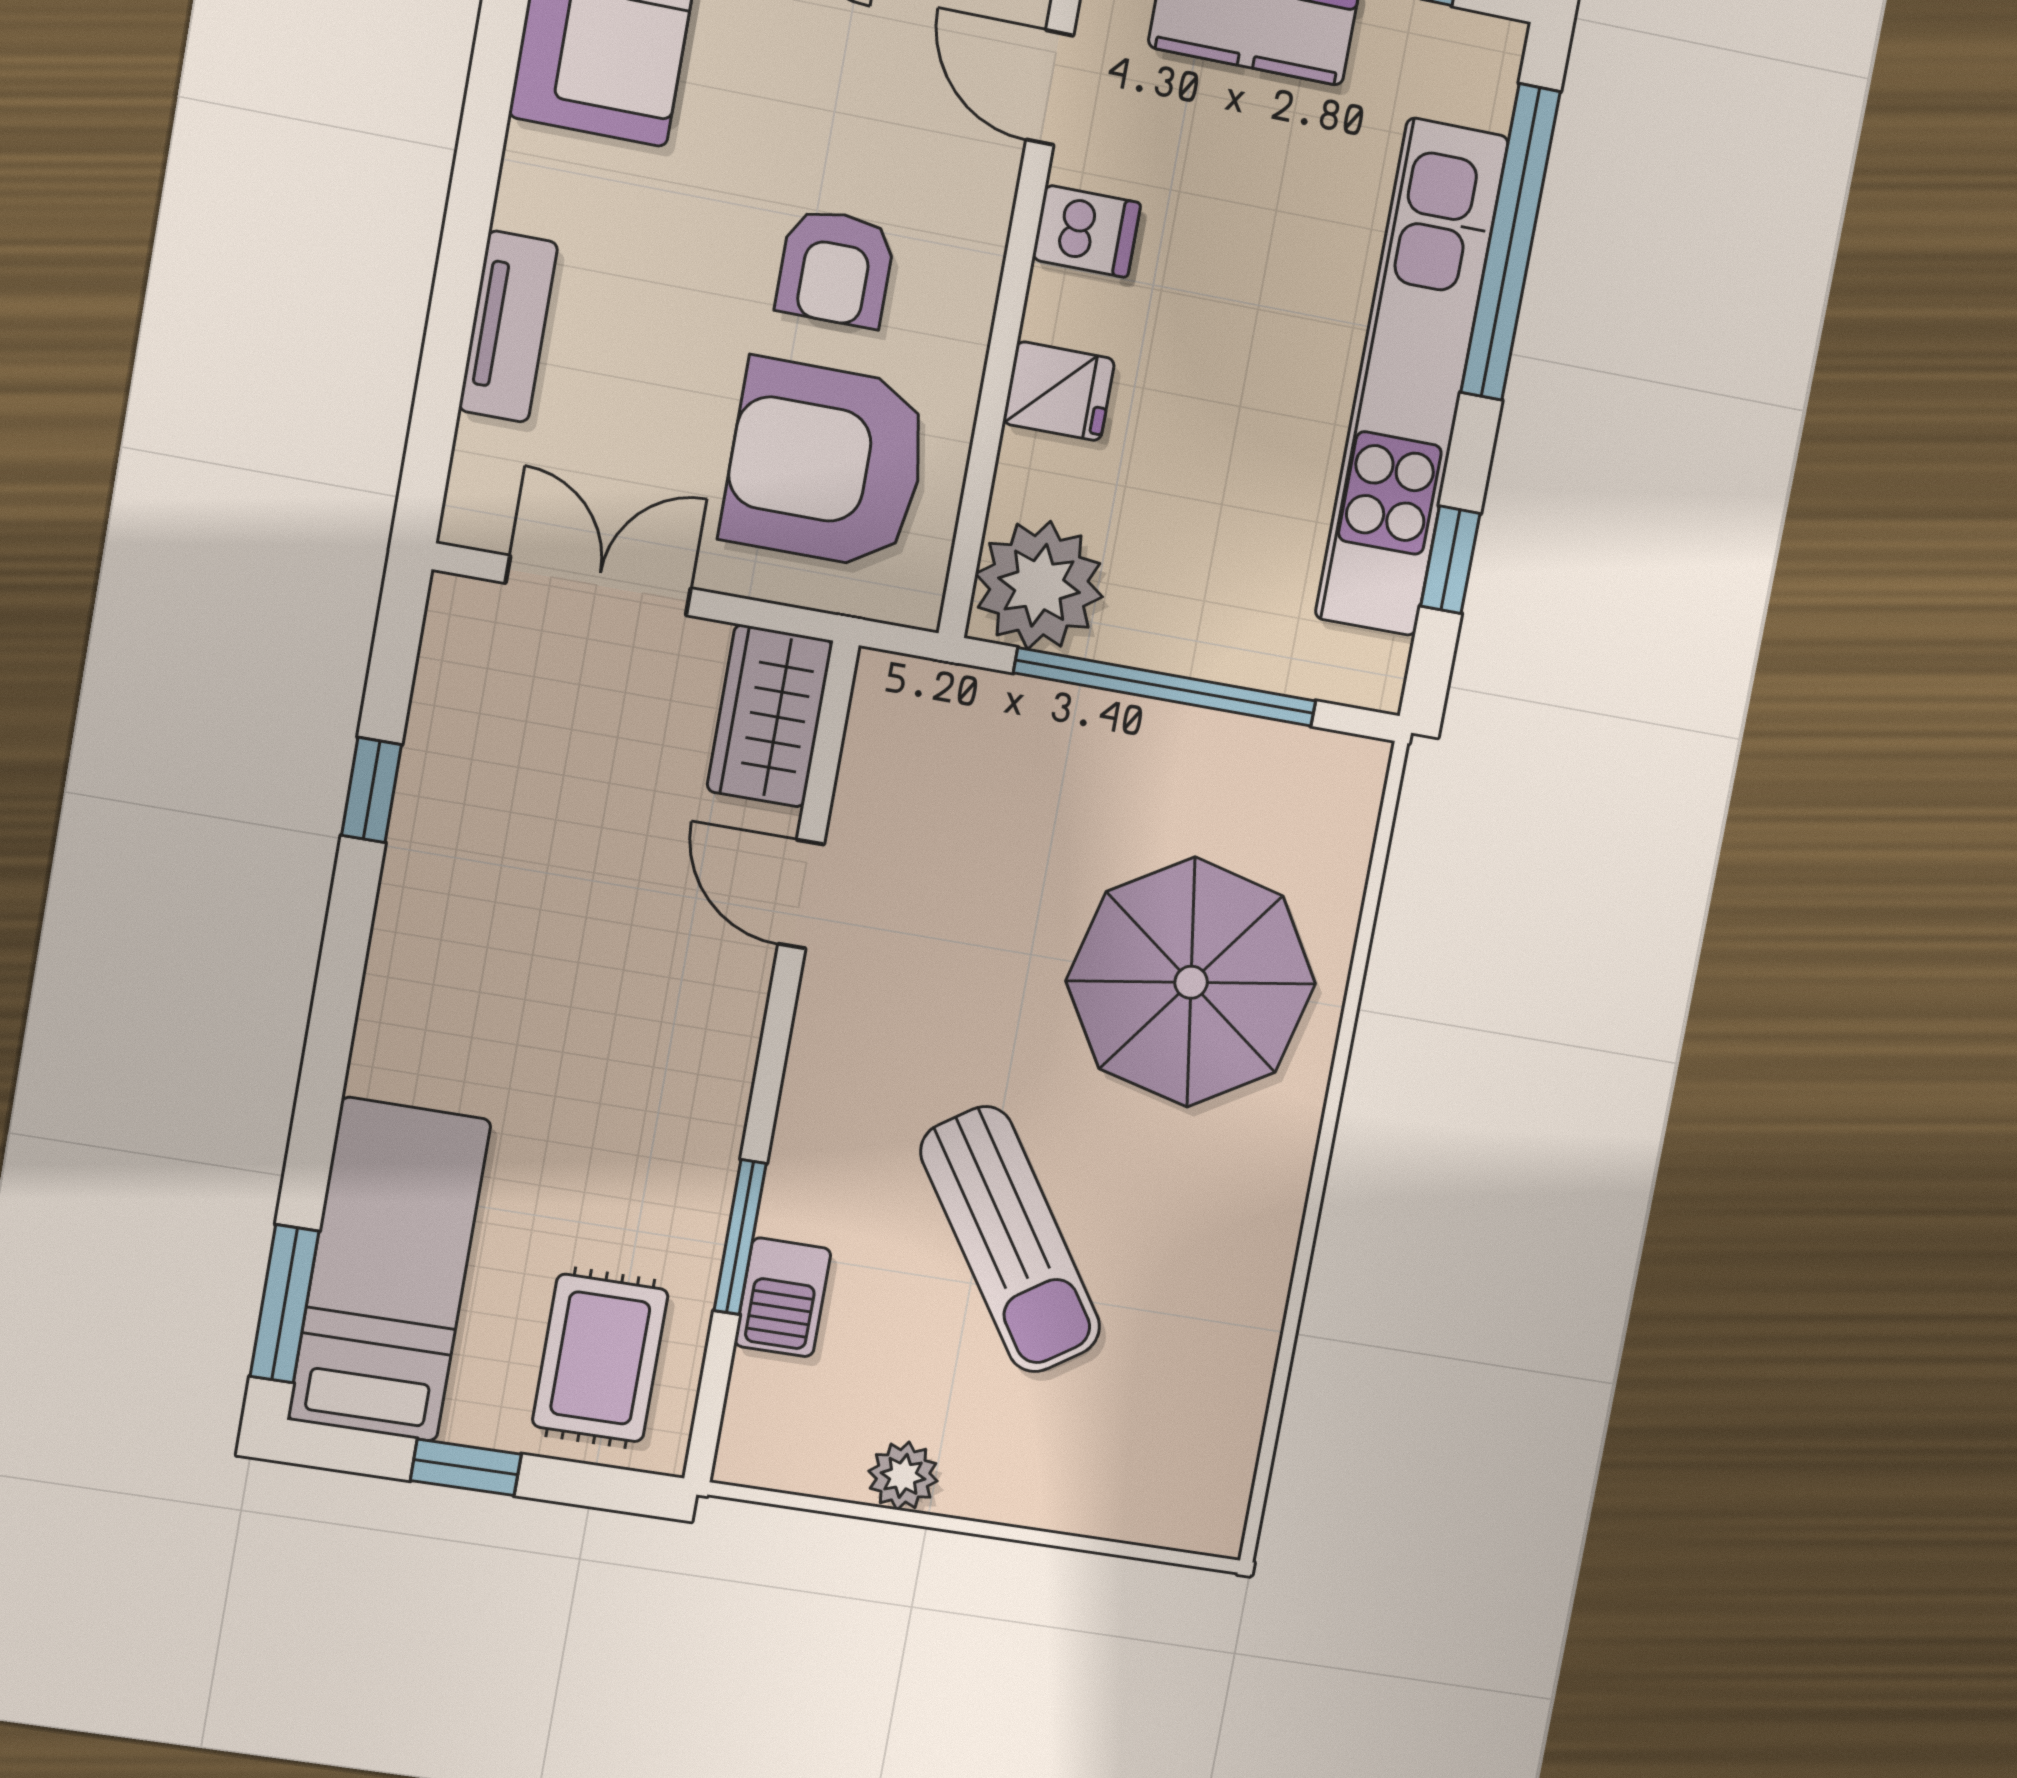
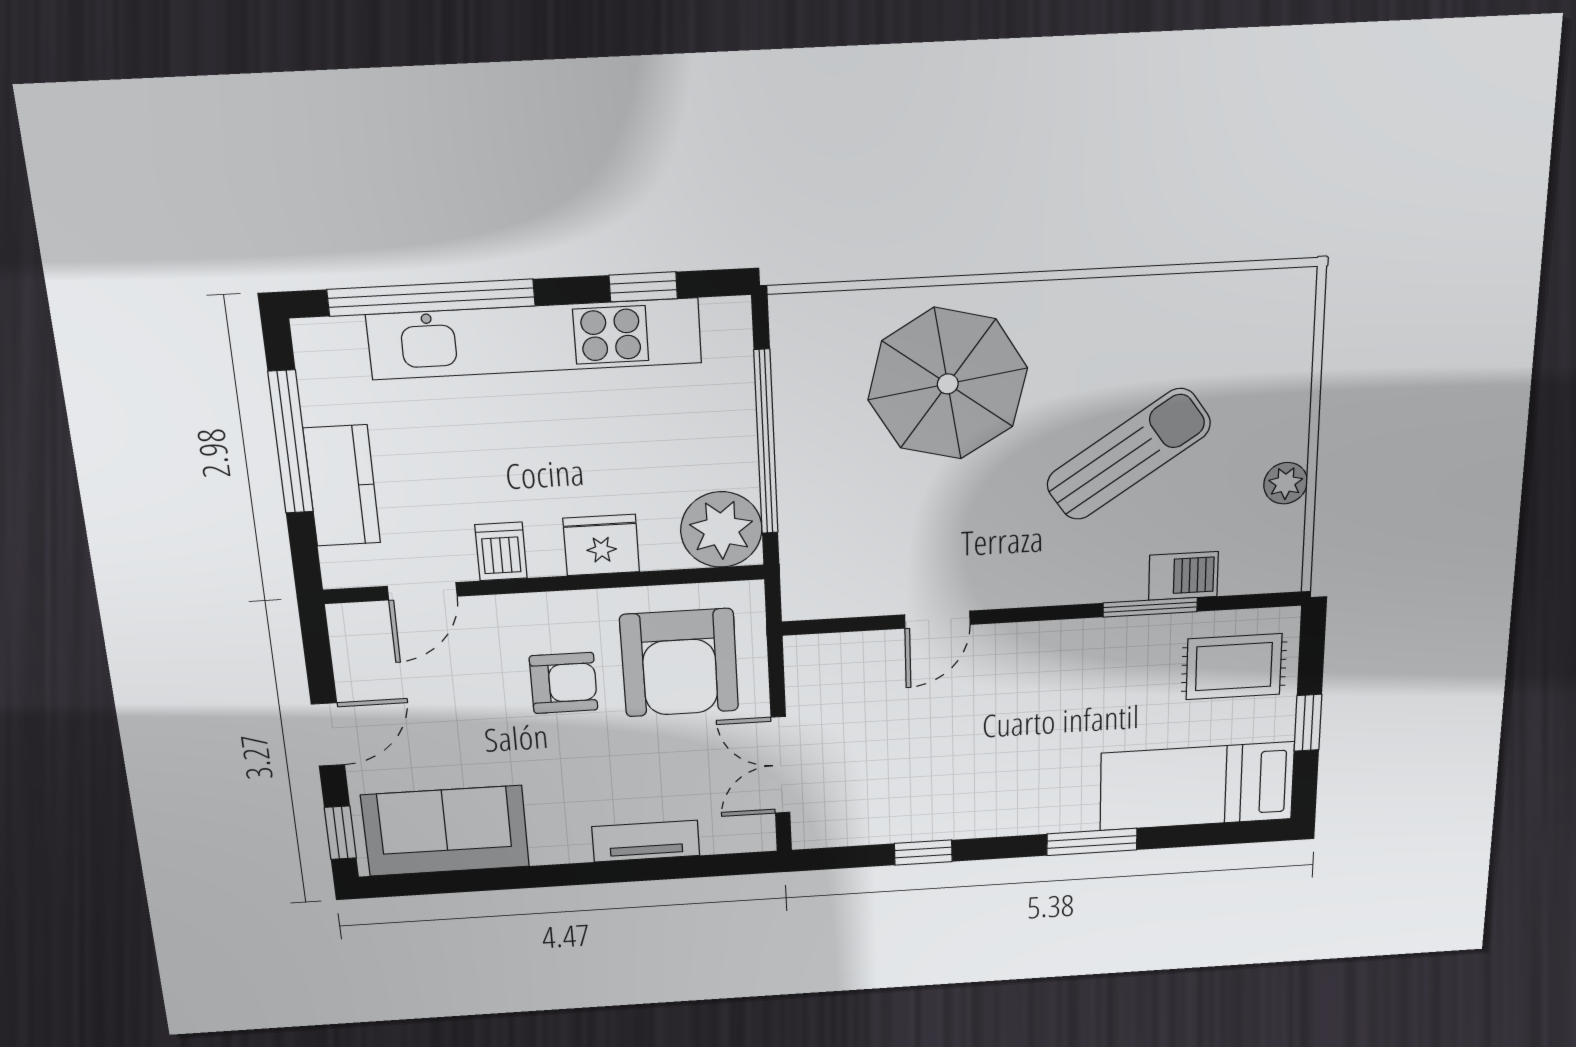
fridge: (1059, 391) -> (601, 545), width x1.38
wardrobe: (770, 716) -> (835, 660), removed
window: (284, 1304) -> (1092, 842), moved

